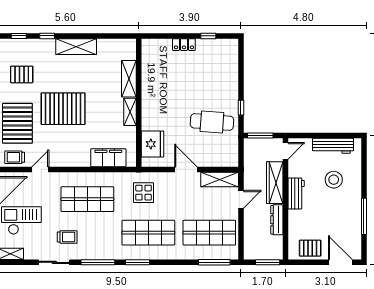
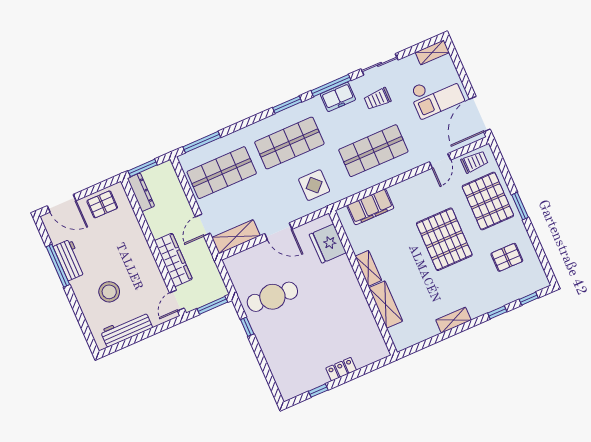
shelving: (76, 47) -> (453, 320), width x0.67, depth x0.75
pallet: (63, 109) -> (444, 239), turned 90
workbench: (296, 193) -> (69, 260), moved, turned 180
dresser: (277, 220) -> (141, 192), moved
freezer: (96, 252) -> (338, 97), added

